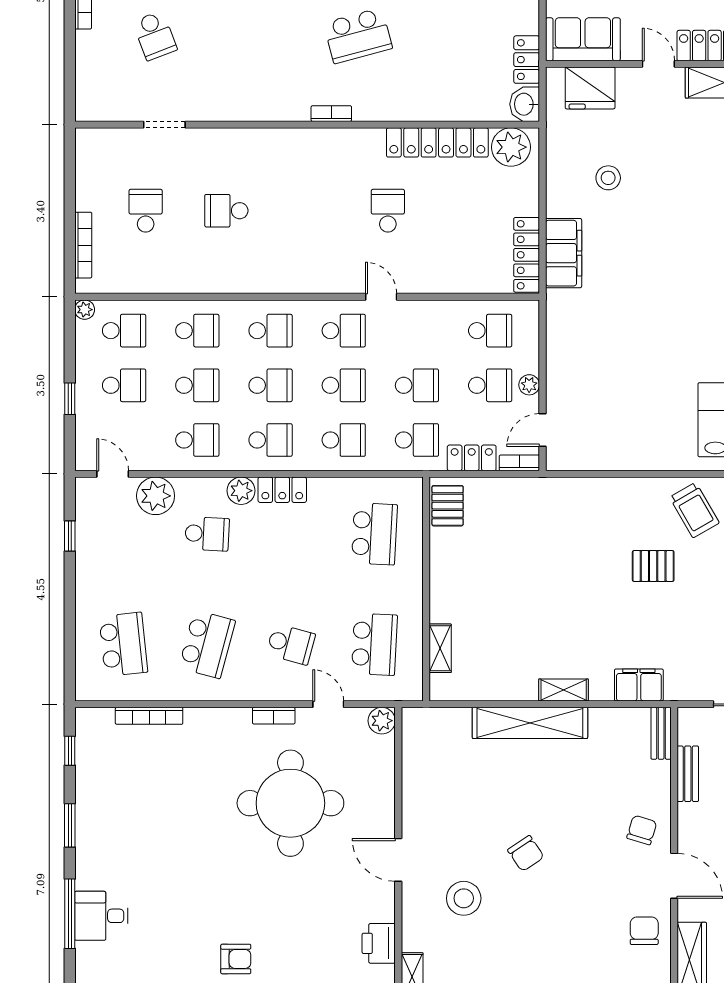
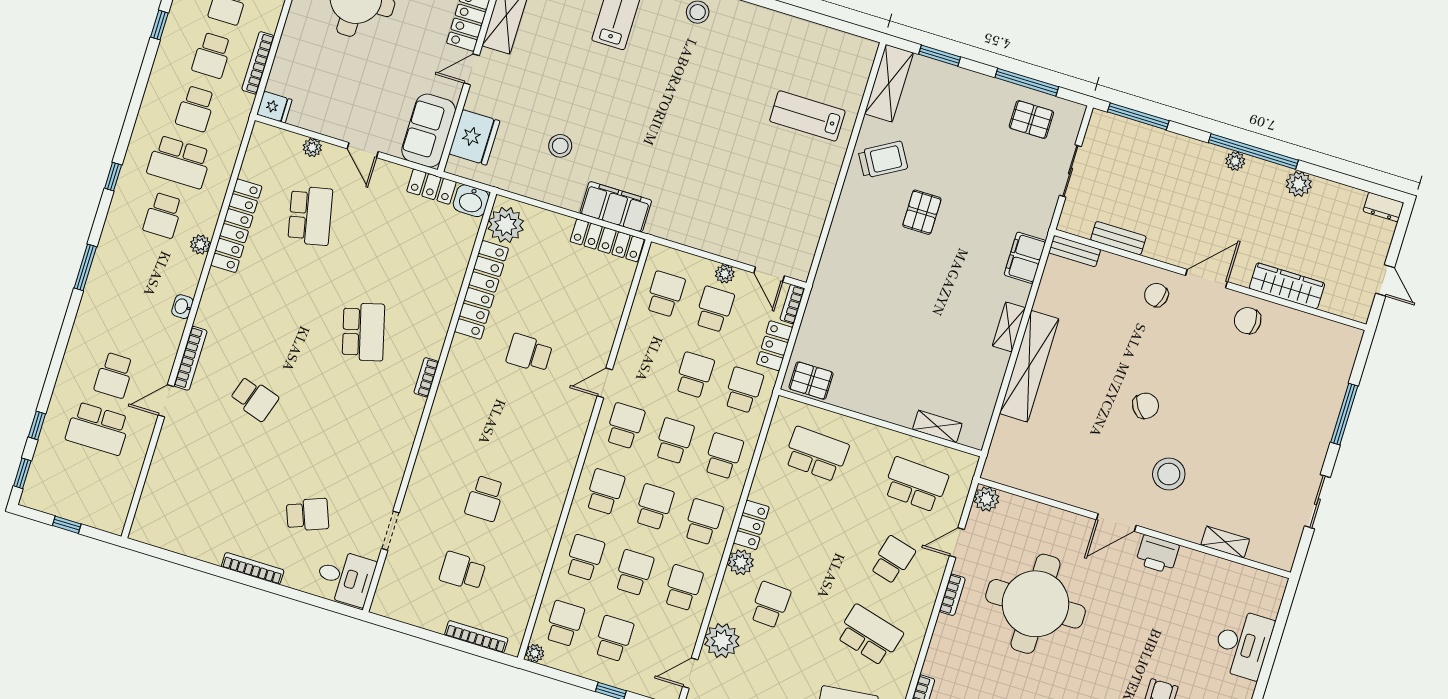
desk: (103, 93) -> (345, 578), added
printer: (379, 943) -> (1157, 554), moved

